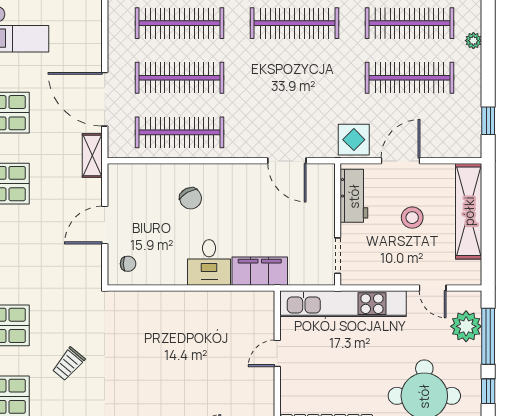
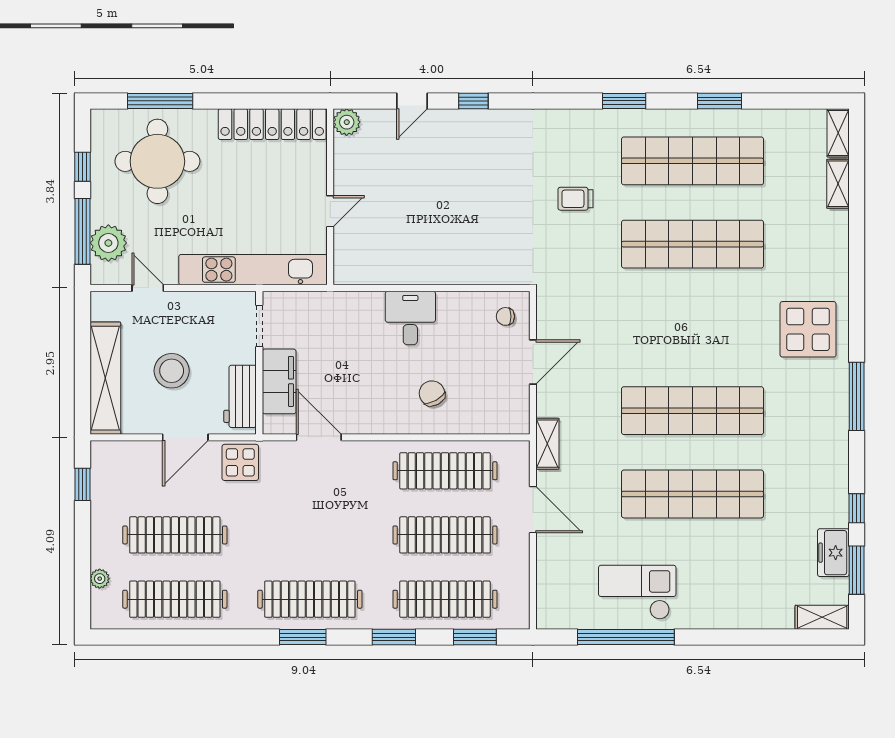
door: (105, 99) -> (533, 510), width x0.73
stool: (412, 218) -> (172, 371), width x1.38, depth x1.38
filing cabinet: (260, 271) -> (279, 381), moved, turned -90
trolley: (68, 364) -> (575, 199), turned -130

